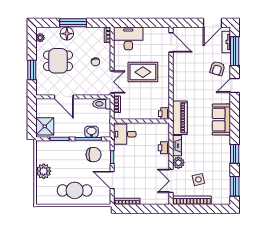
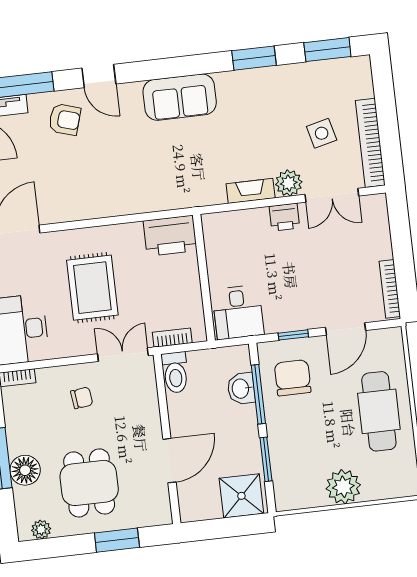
printer: (164, 114) -> (170, 236), width x1.87, depth x1.48
piano: (180, 118) -> (186, 192), removed
printer: (164, 148) -> (284, 217), moved

